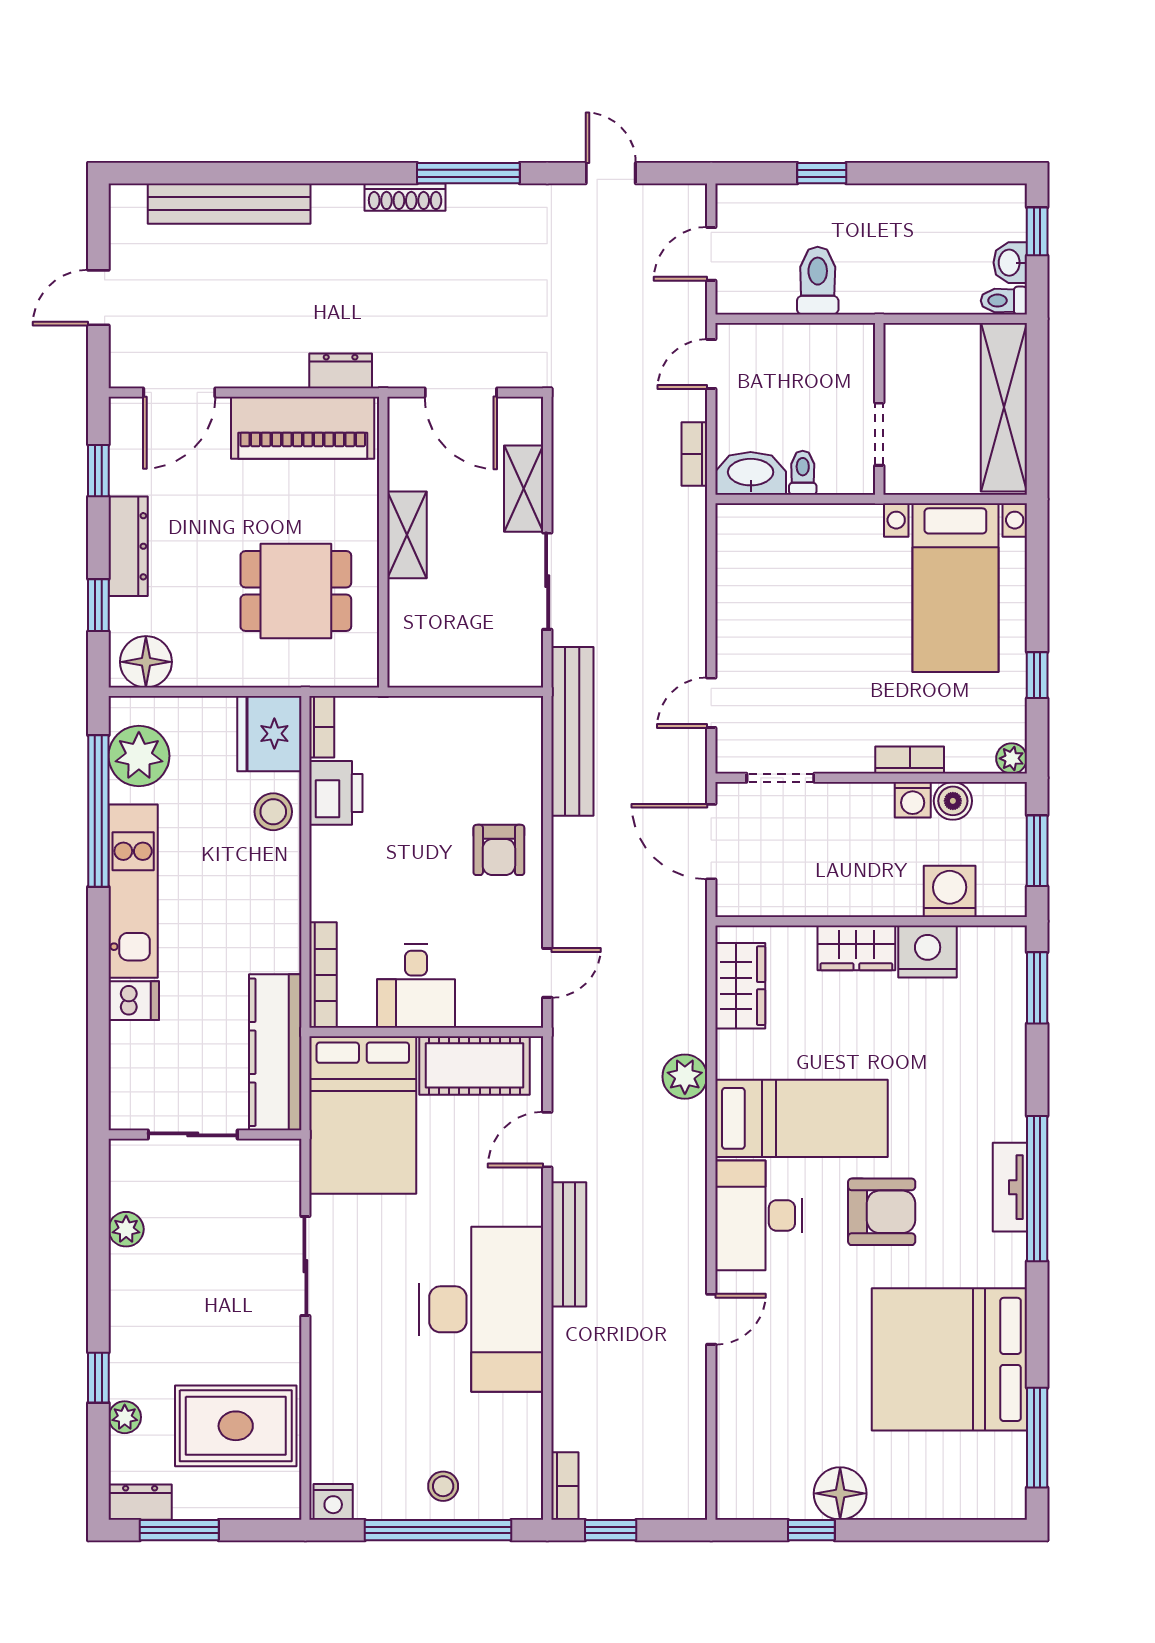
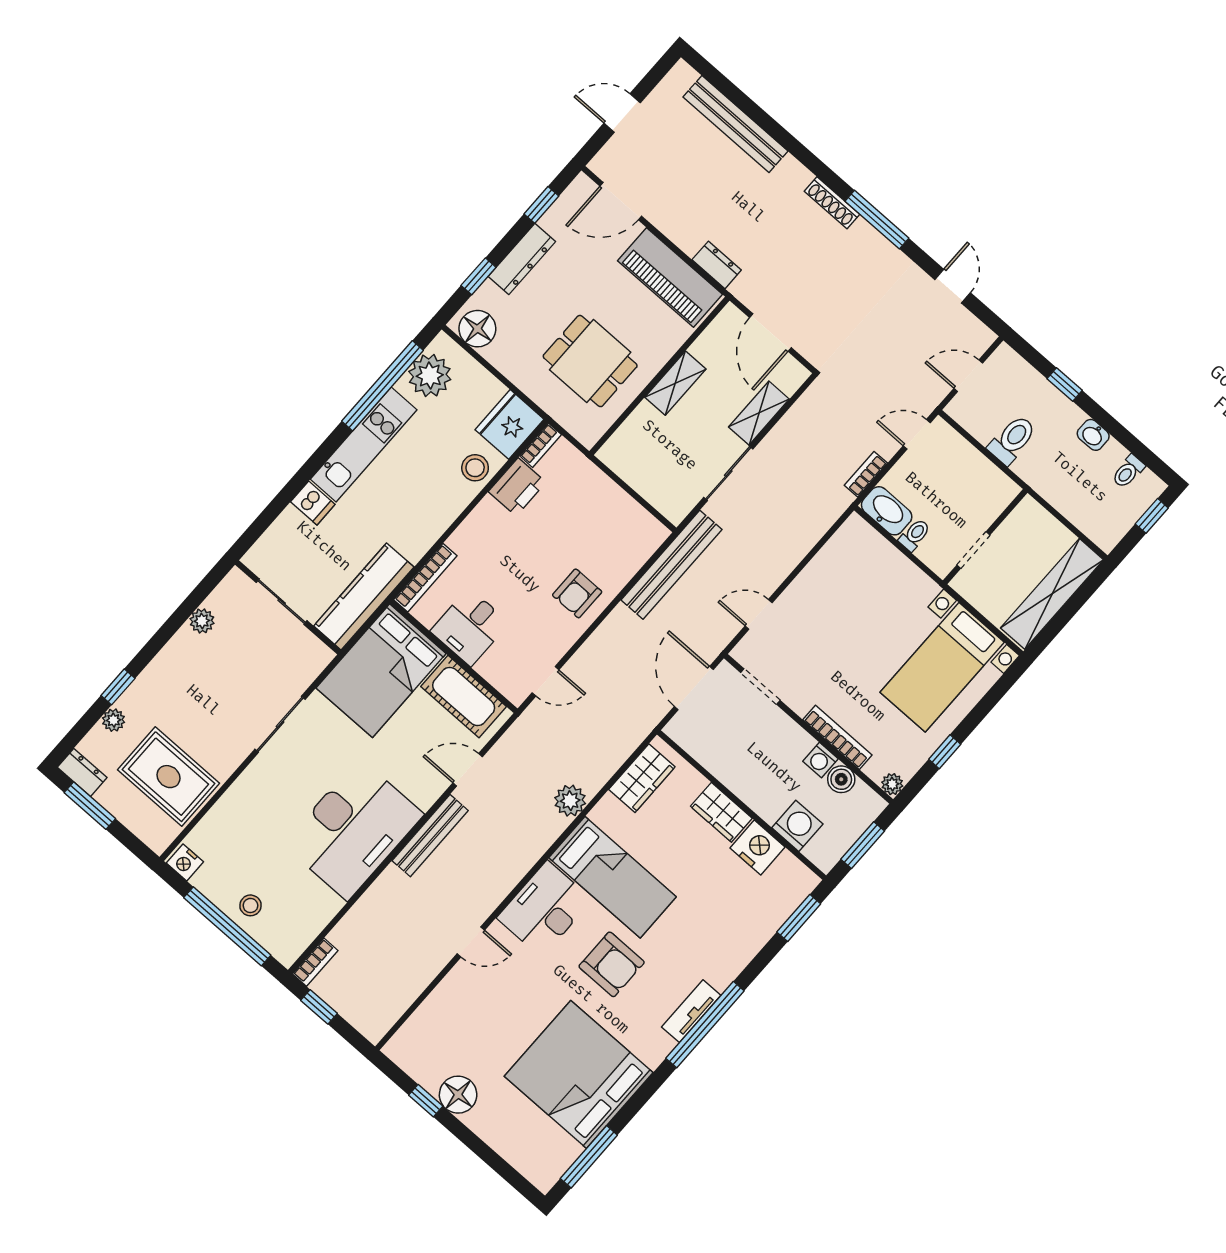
washbasin: (1010, 263) -> (1093, 435), moved, turned -90
toilet: (1004, 301) -> (1128, 472), moved, turned -90
bookcase: (910, 760) -> (837, 737), width x1.56

